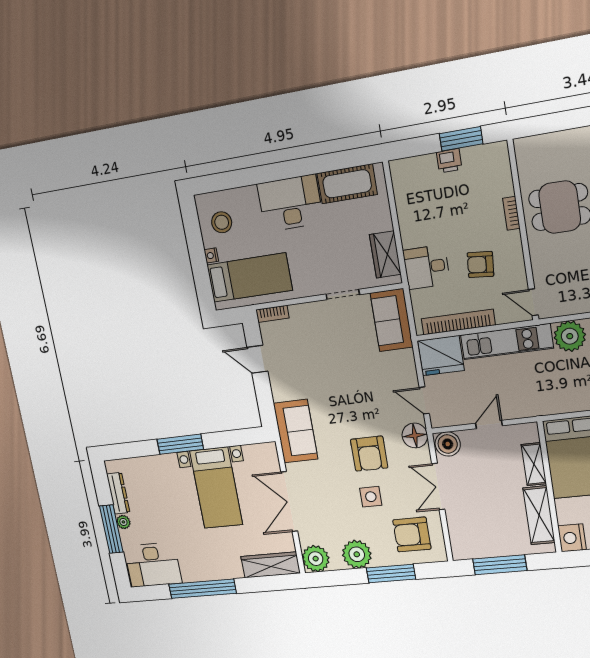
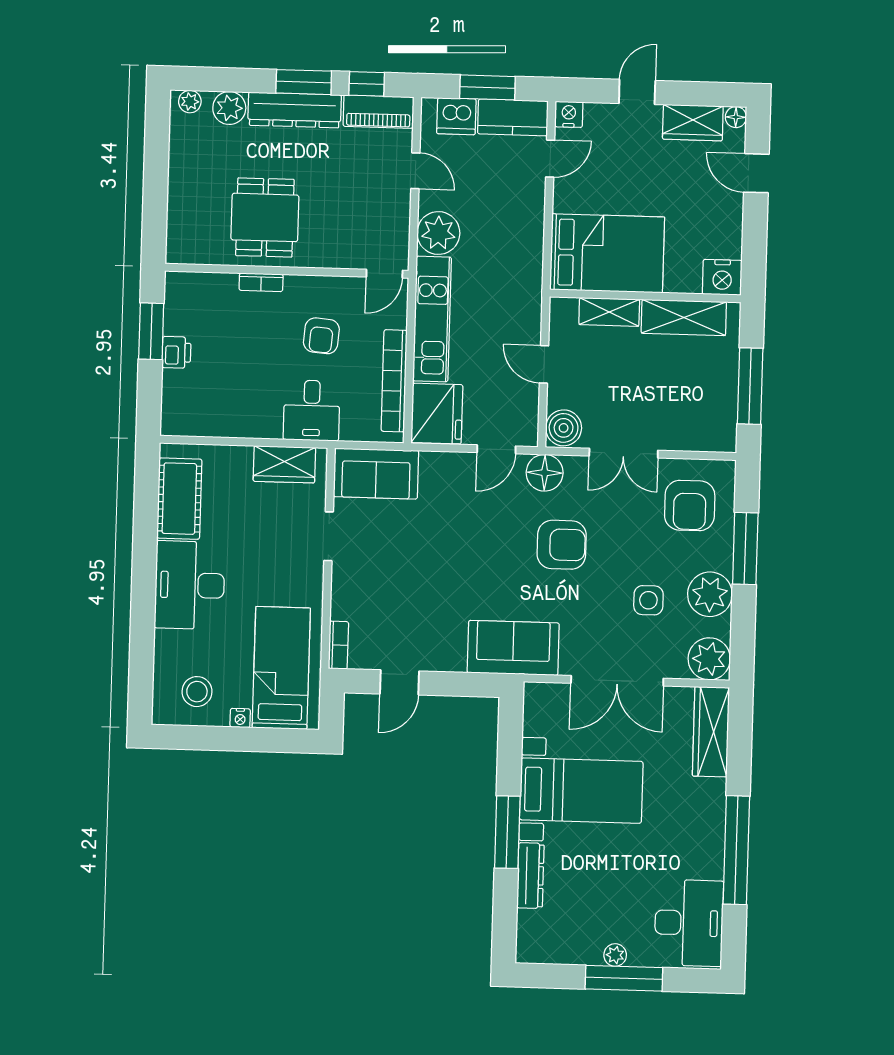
dresser: (118, 493) -> (530, 876), moved, turned 90
side table: (371, 497) -> (648, 600), moved

